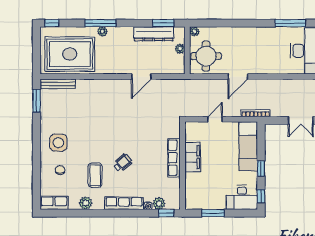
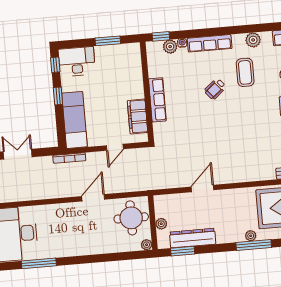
filing cabinet: (193, 157) -> (138, 116), moved

